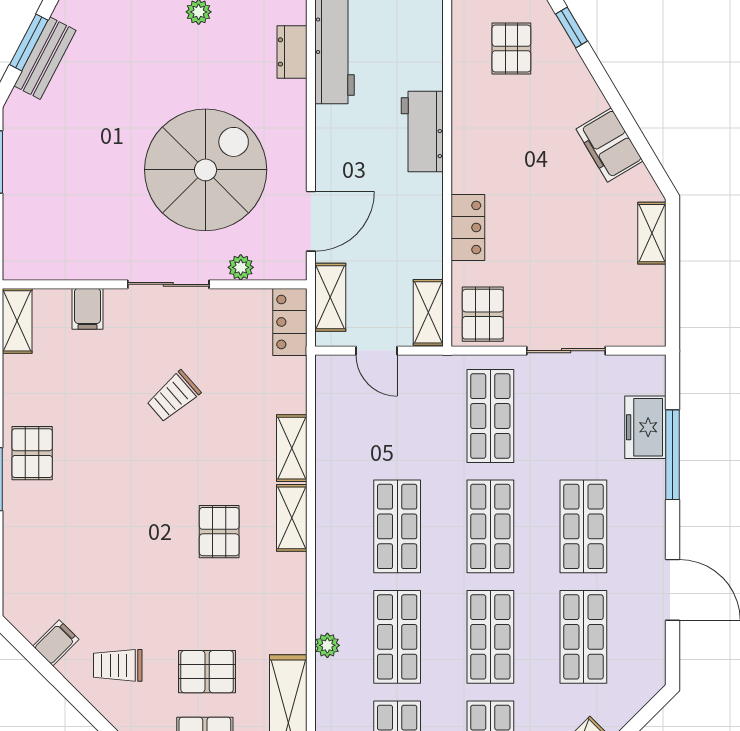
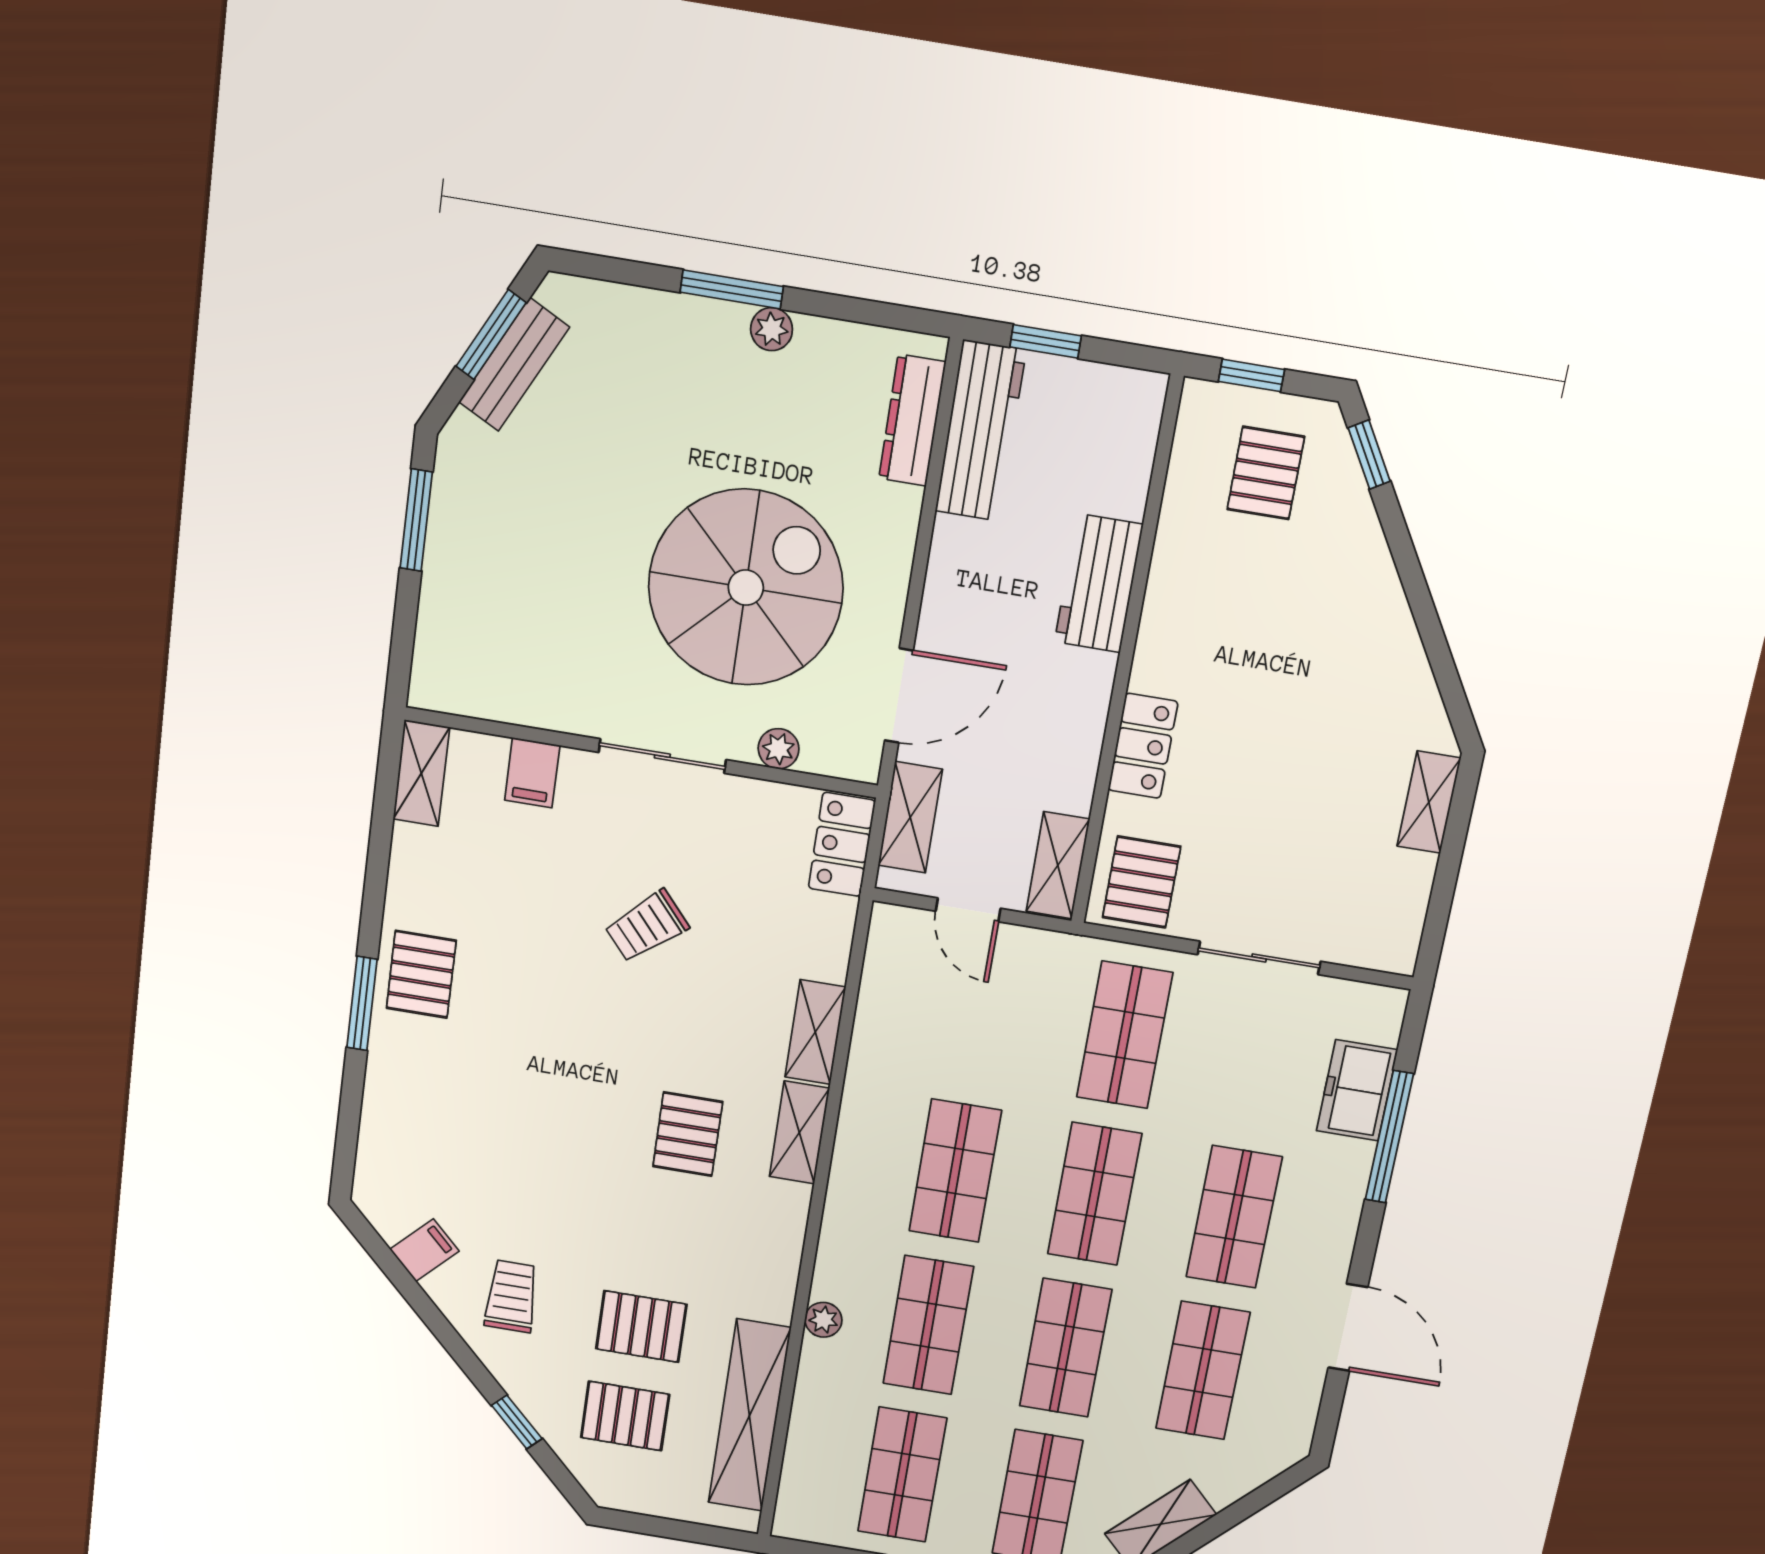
dresser: (292, 52) -> (912, 420), width x1.44
filing cabinet: (609, 145) -> (1391, 654), removed
trolley: (118, 665) -> (511, 1296), turned 90

